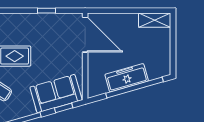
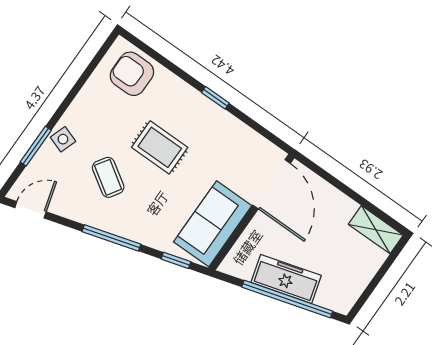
window: (47, 11) -> (215, 98), moved
sofa: (56, 94) -> (213, 224), moved, turned -74

